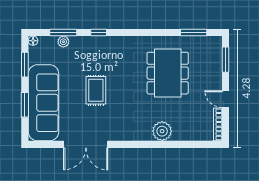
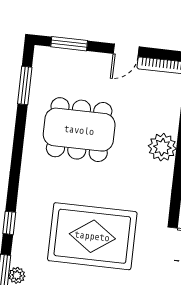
rug: (96, 90) -> (92, 236), width x1.86, depth x2.06

